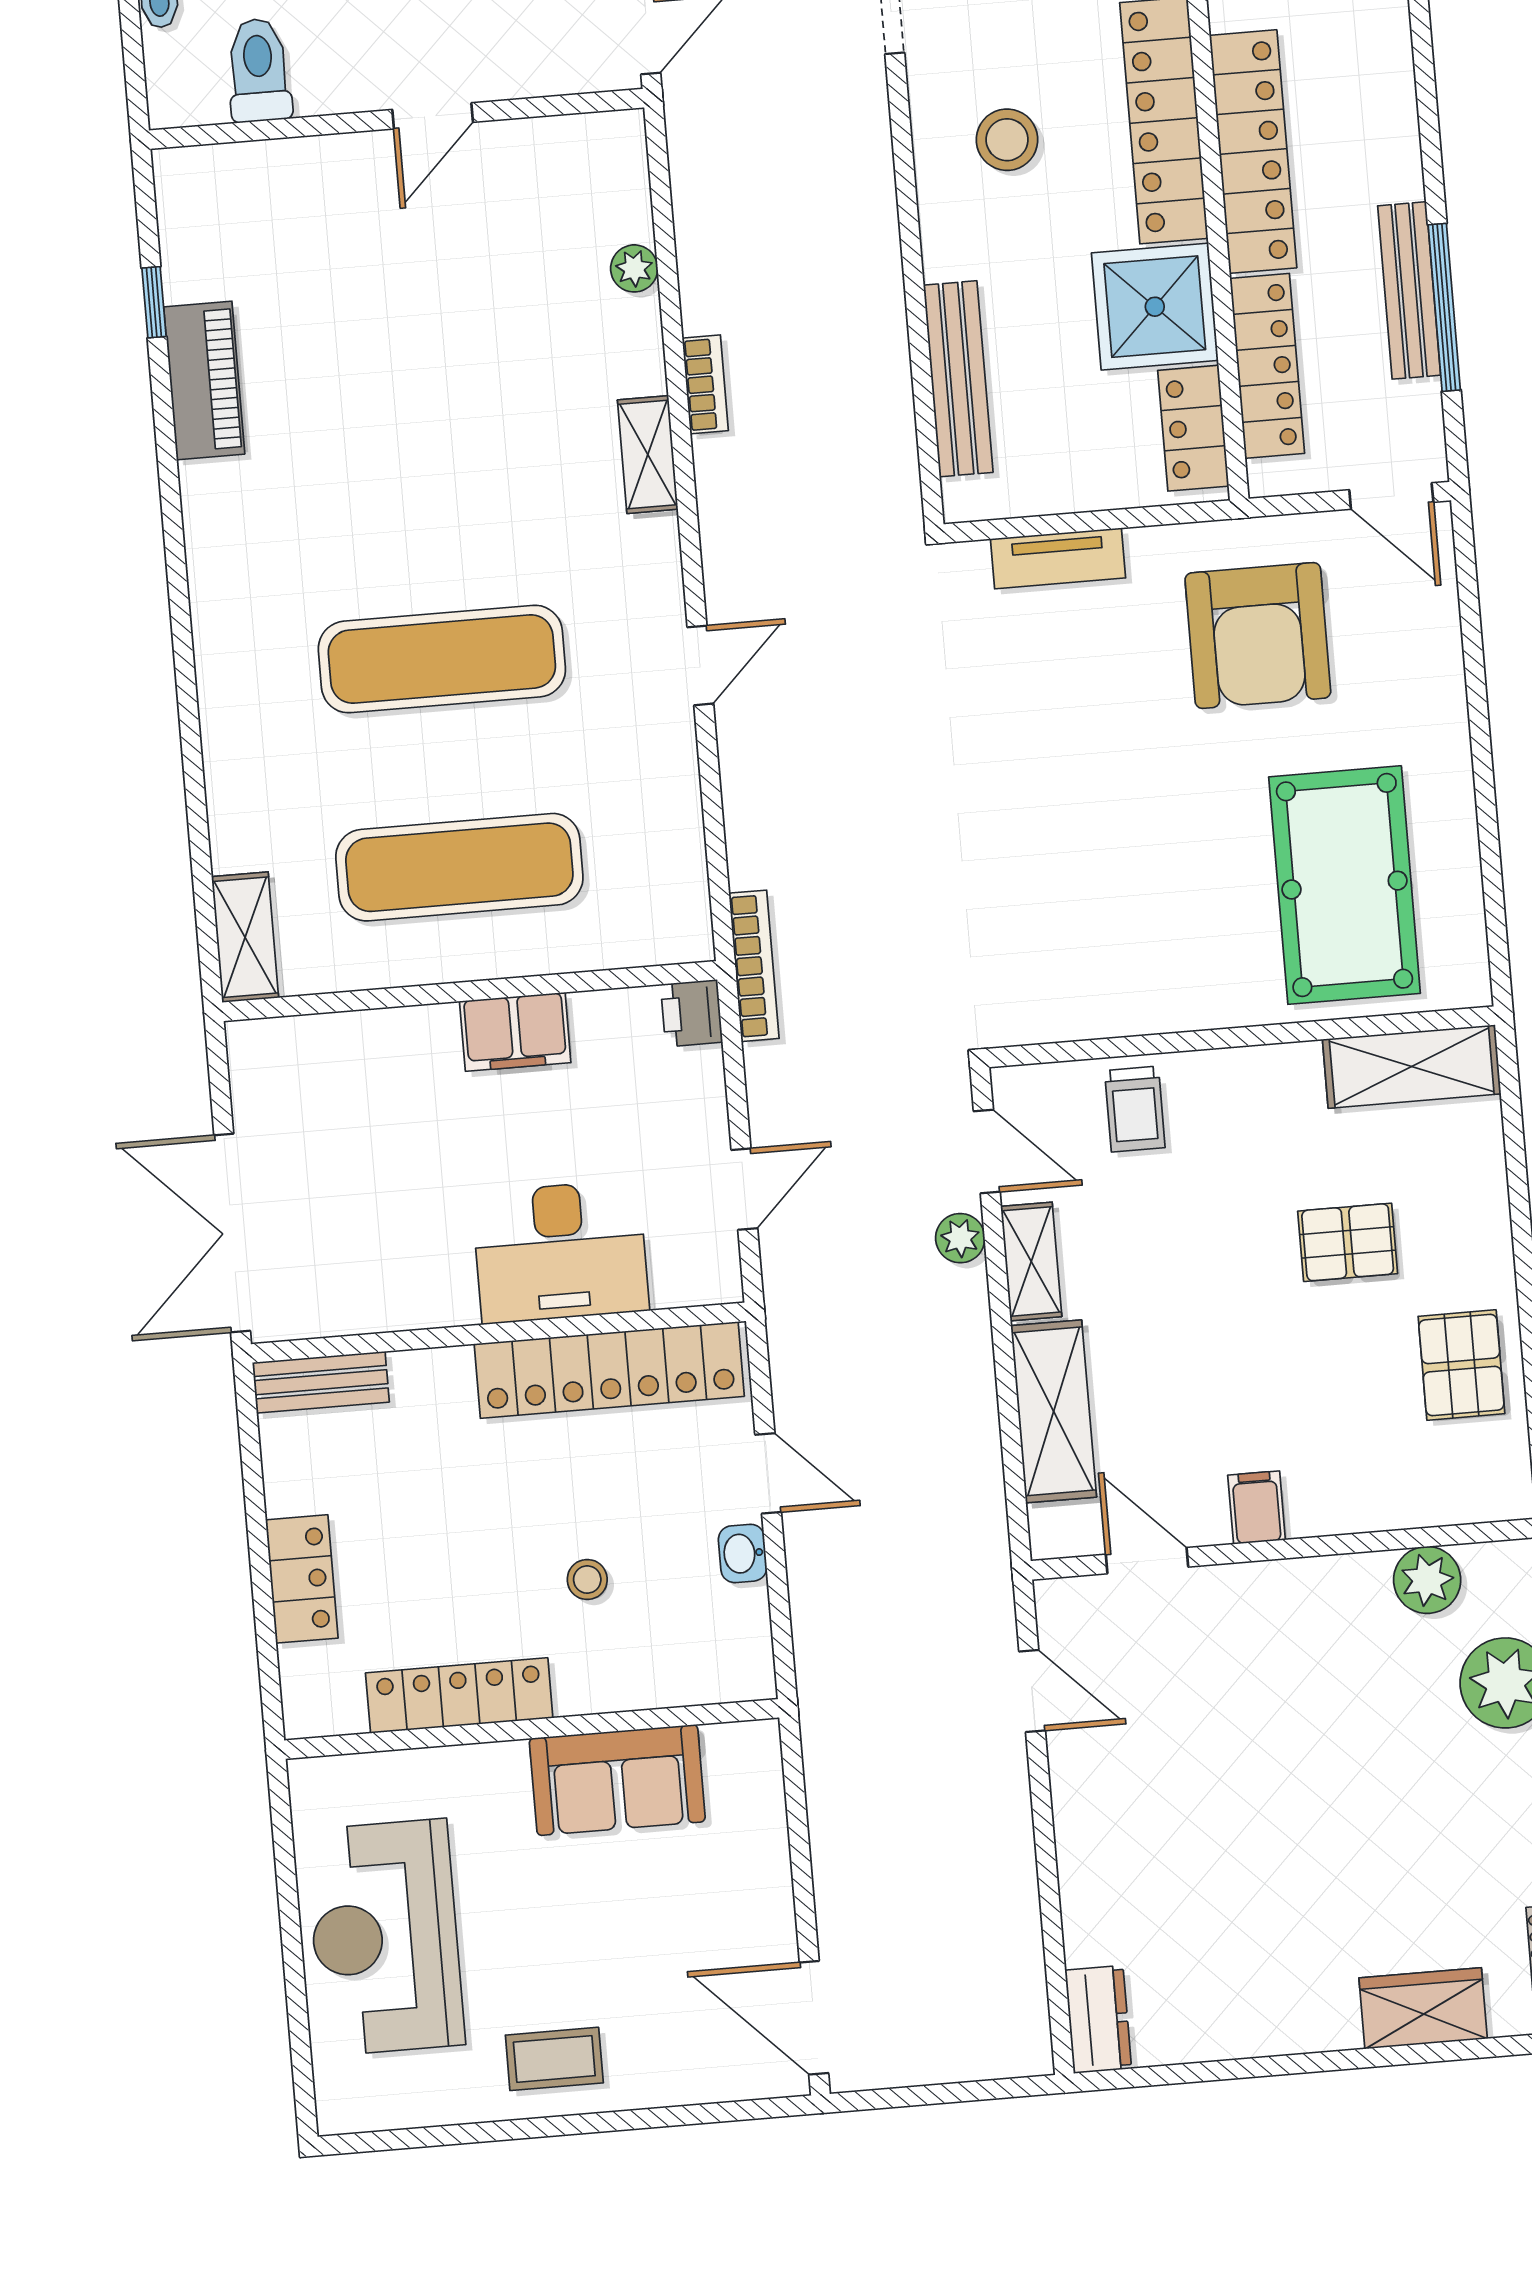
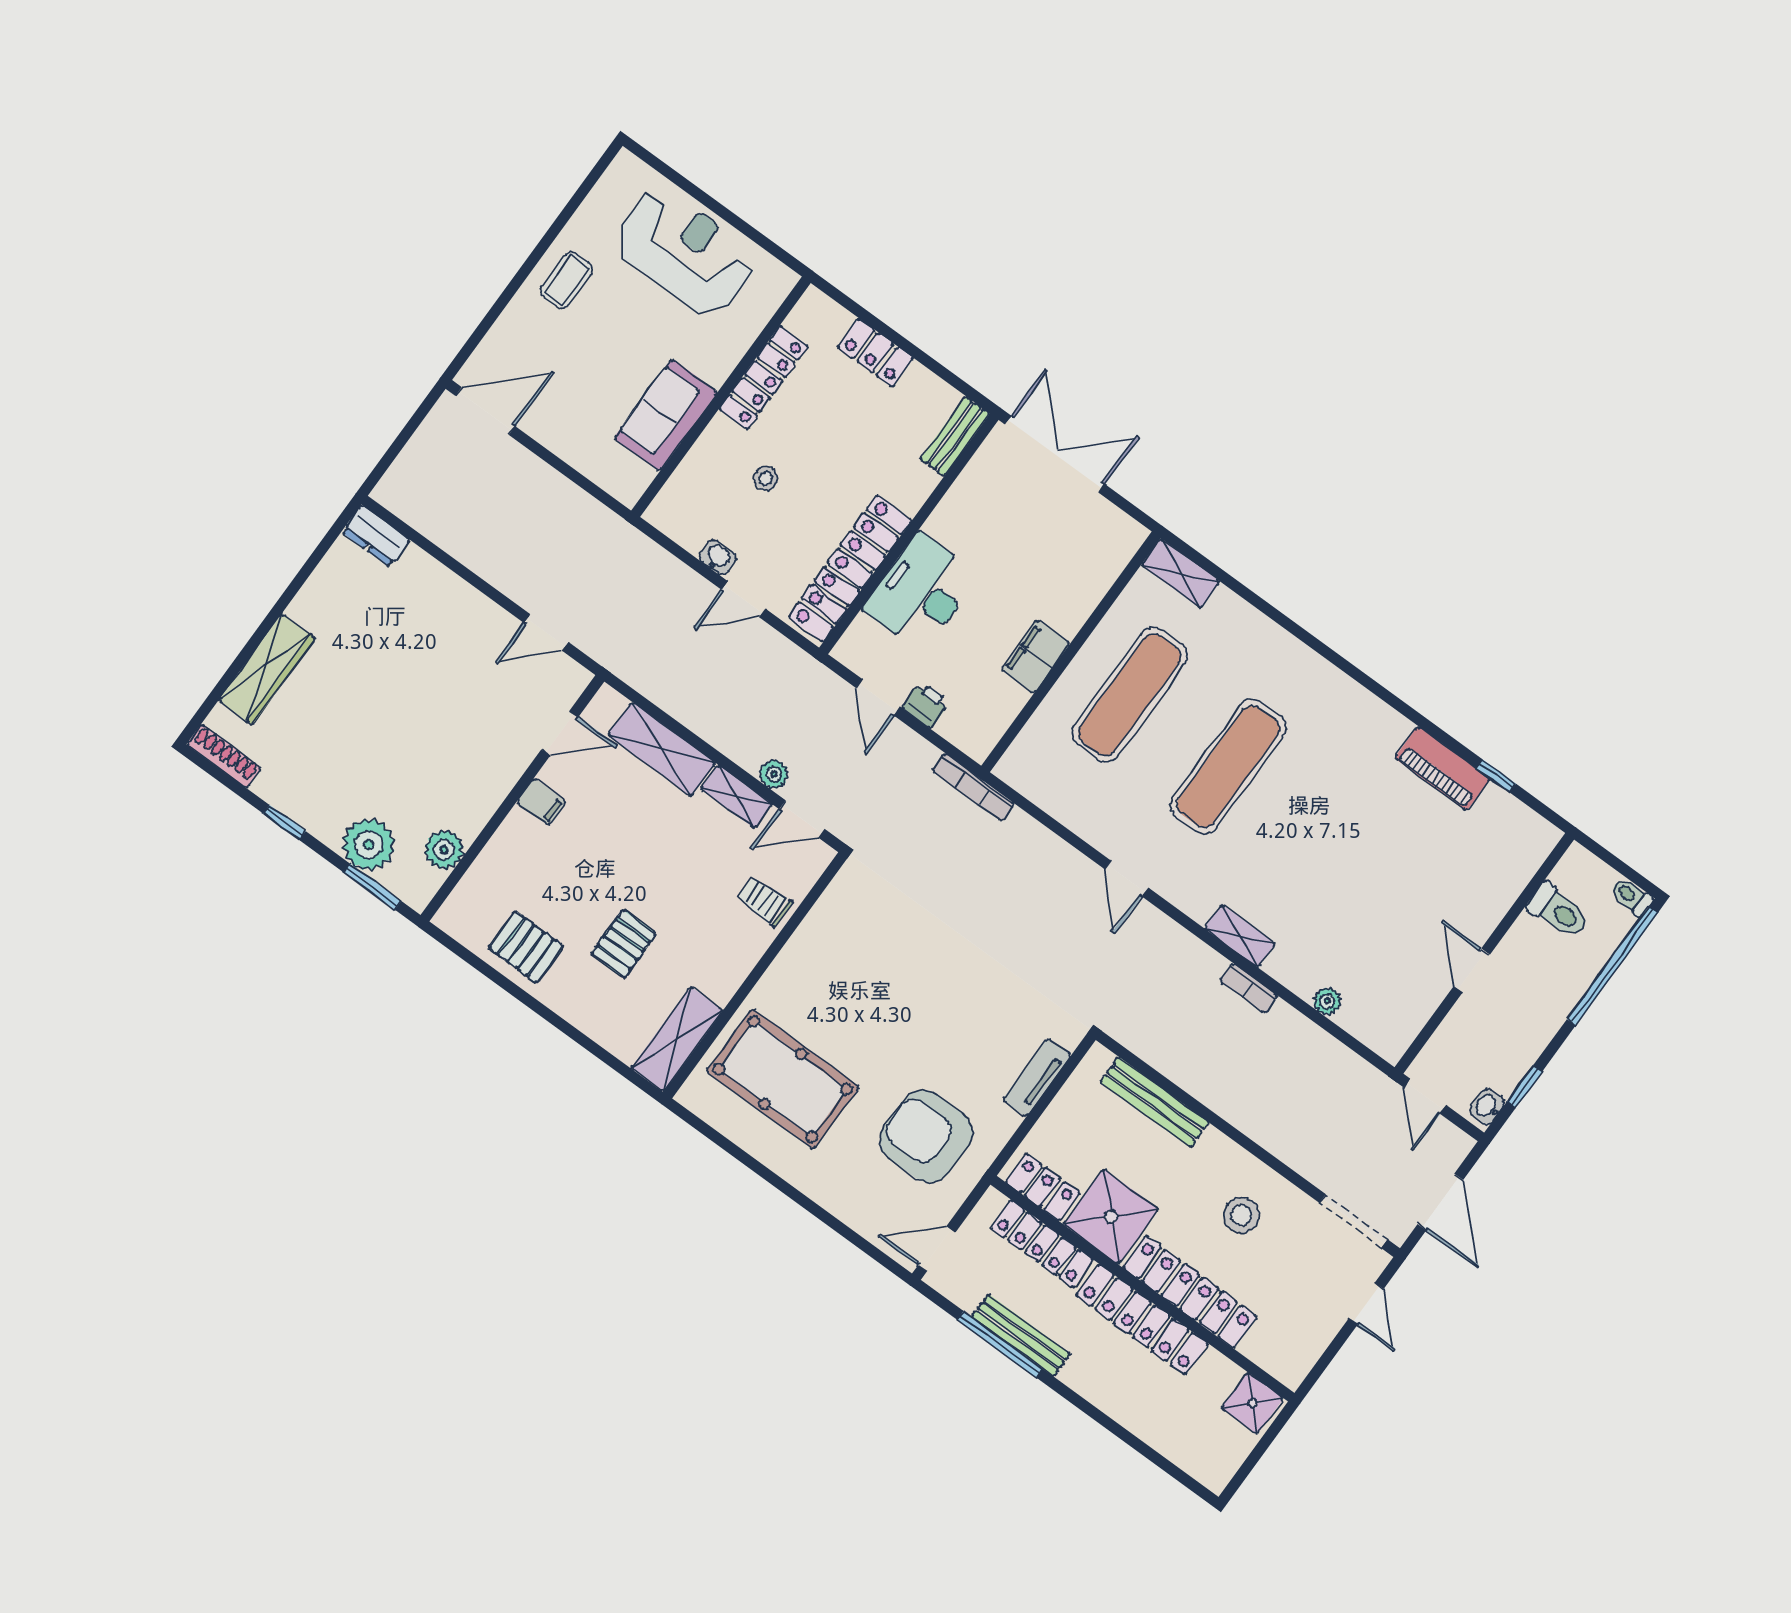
printer: (692, 1013) -> (926, 705), moved
wardrobe: (1423, 2008) -> (267, 669), width x1.50

